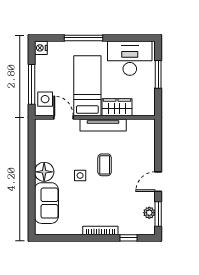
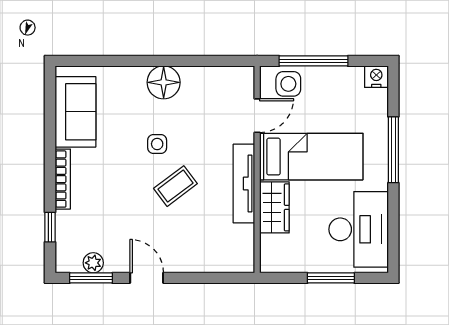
coffee table: (105, 165) -> (175, 186), turned -37
sofa: (46, 203) -> (75, 112), moved, turned -90

